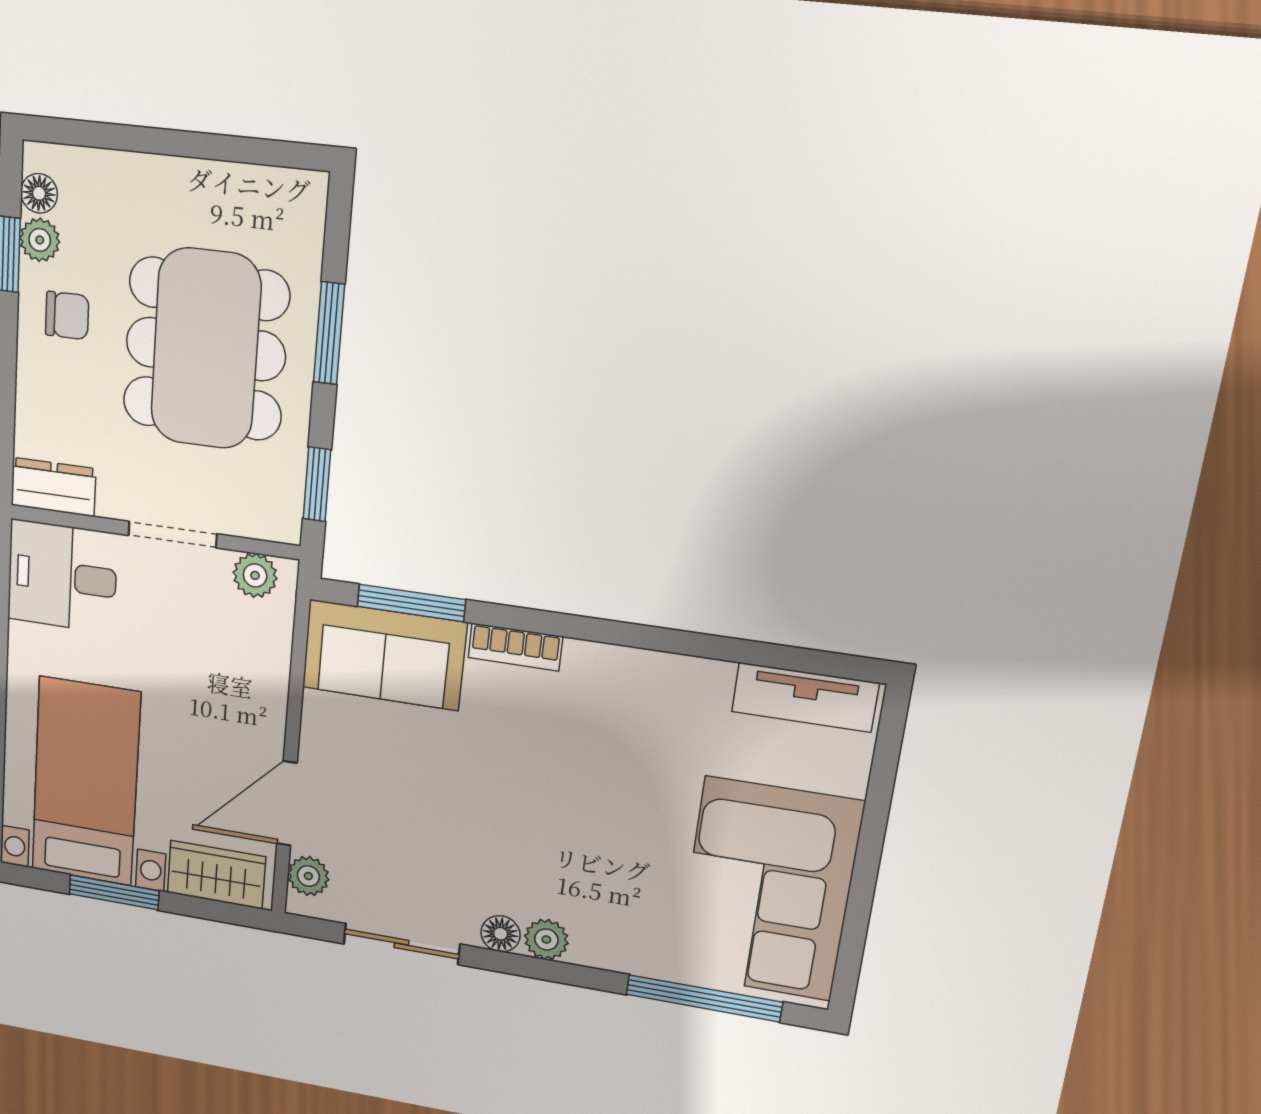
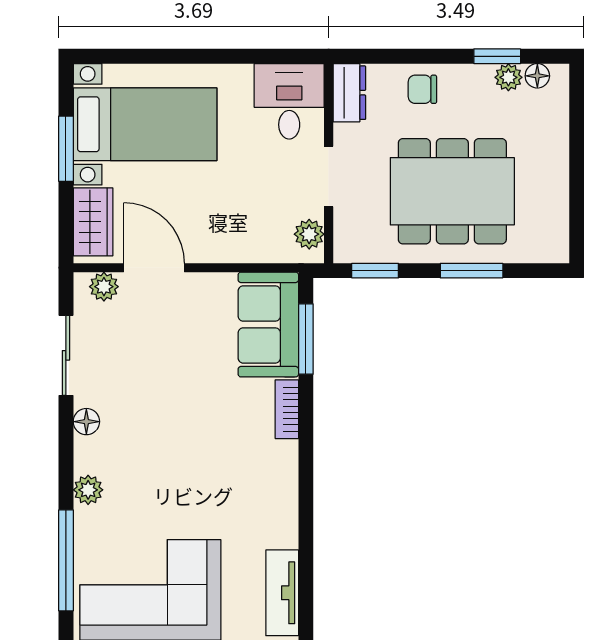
chair: (67, 315) -> (422, 89), moved, turned 90
plant: (546, 939) -> (88, 490), moved

